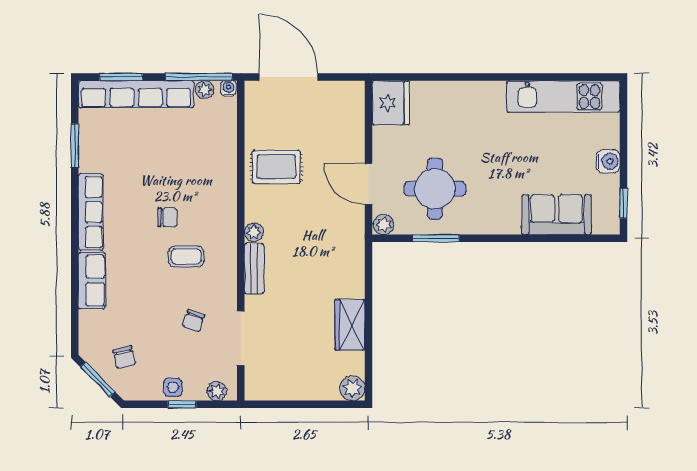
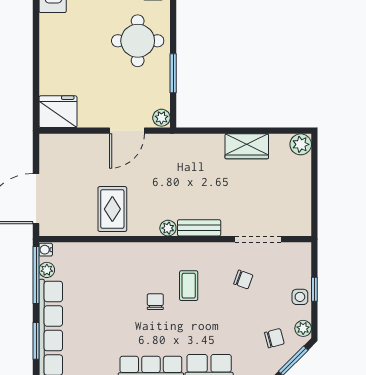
round table: (435, 189) -> (138, 41), moved
plant: (217, 391) -> (303, 328), moved

